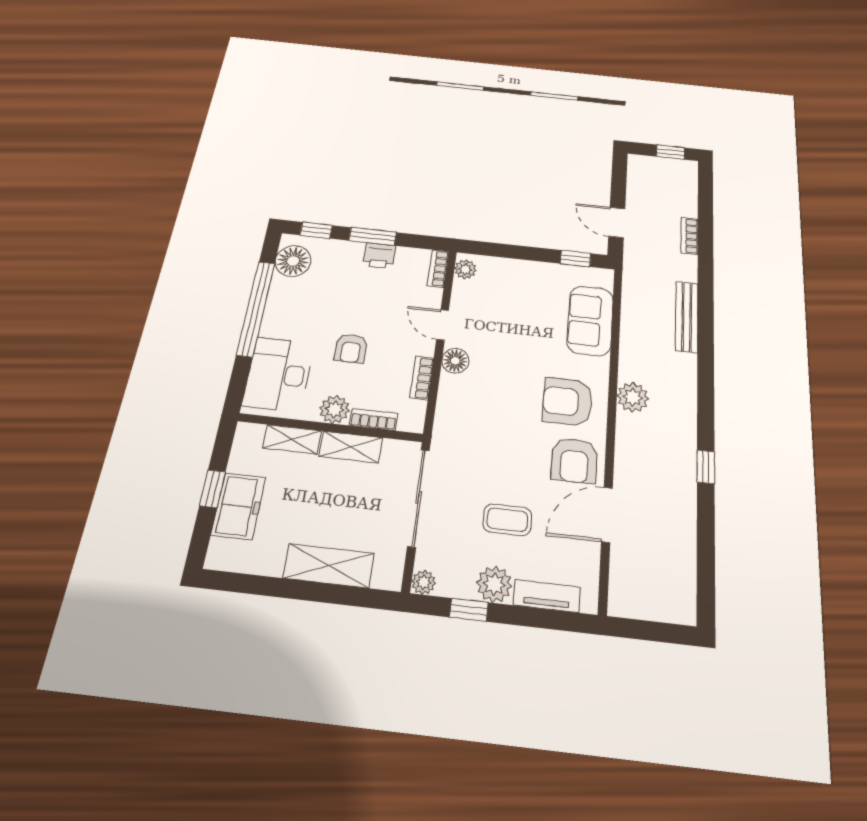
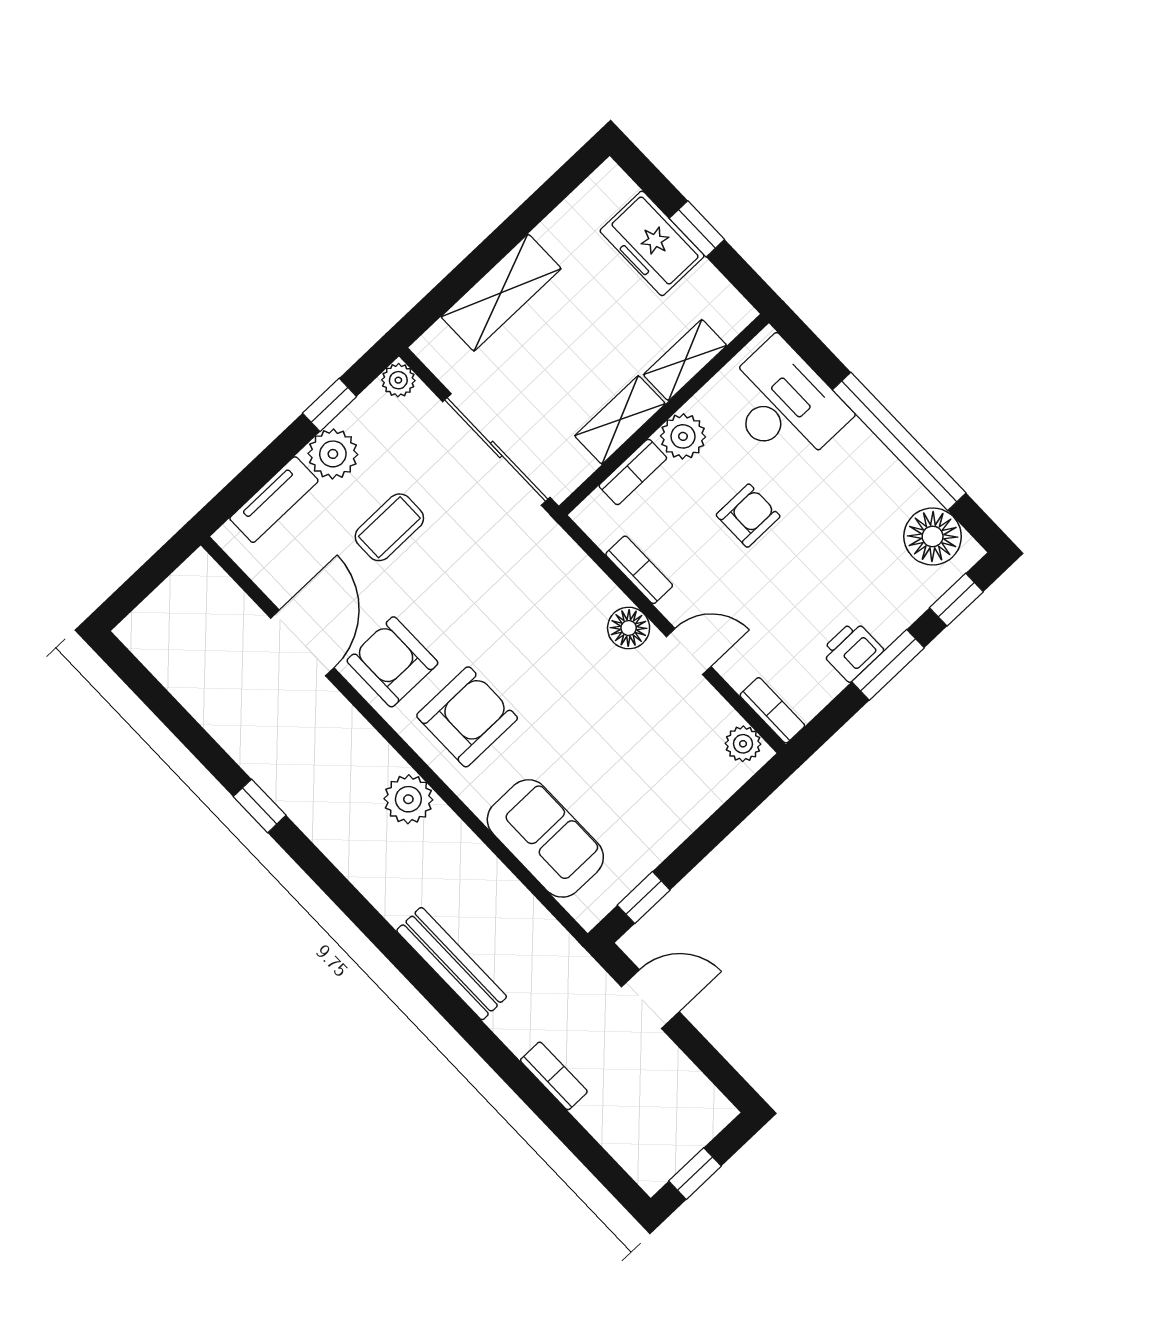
armchair: (351, 348) -> (748, 516), turned 90

